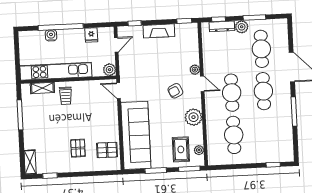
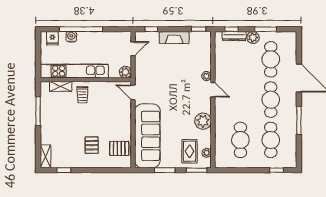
fridge: (91, 35) -> (52, 38), moved
armchair: (175, 91) -> (187, 95), removed
cafe table: (232, 93) -> (271, 140), moved

